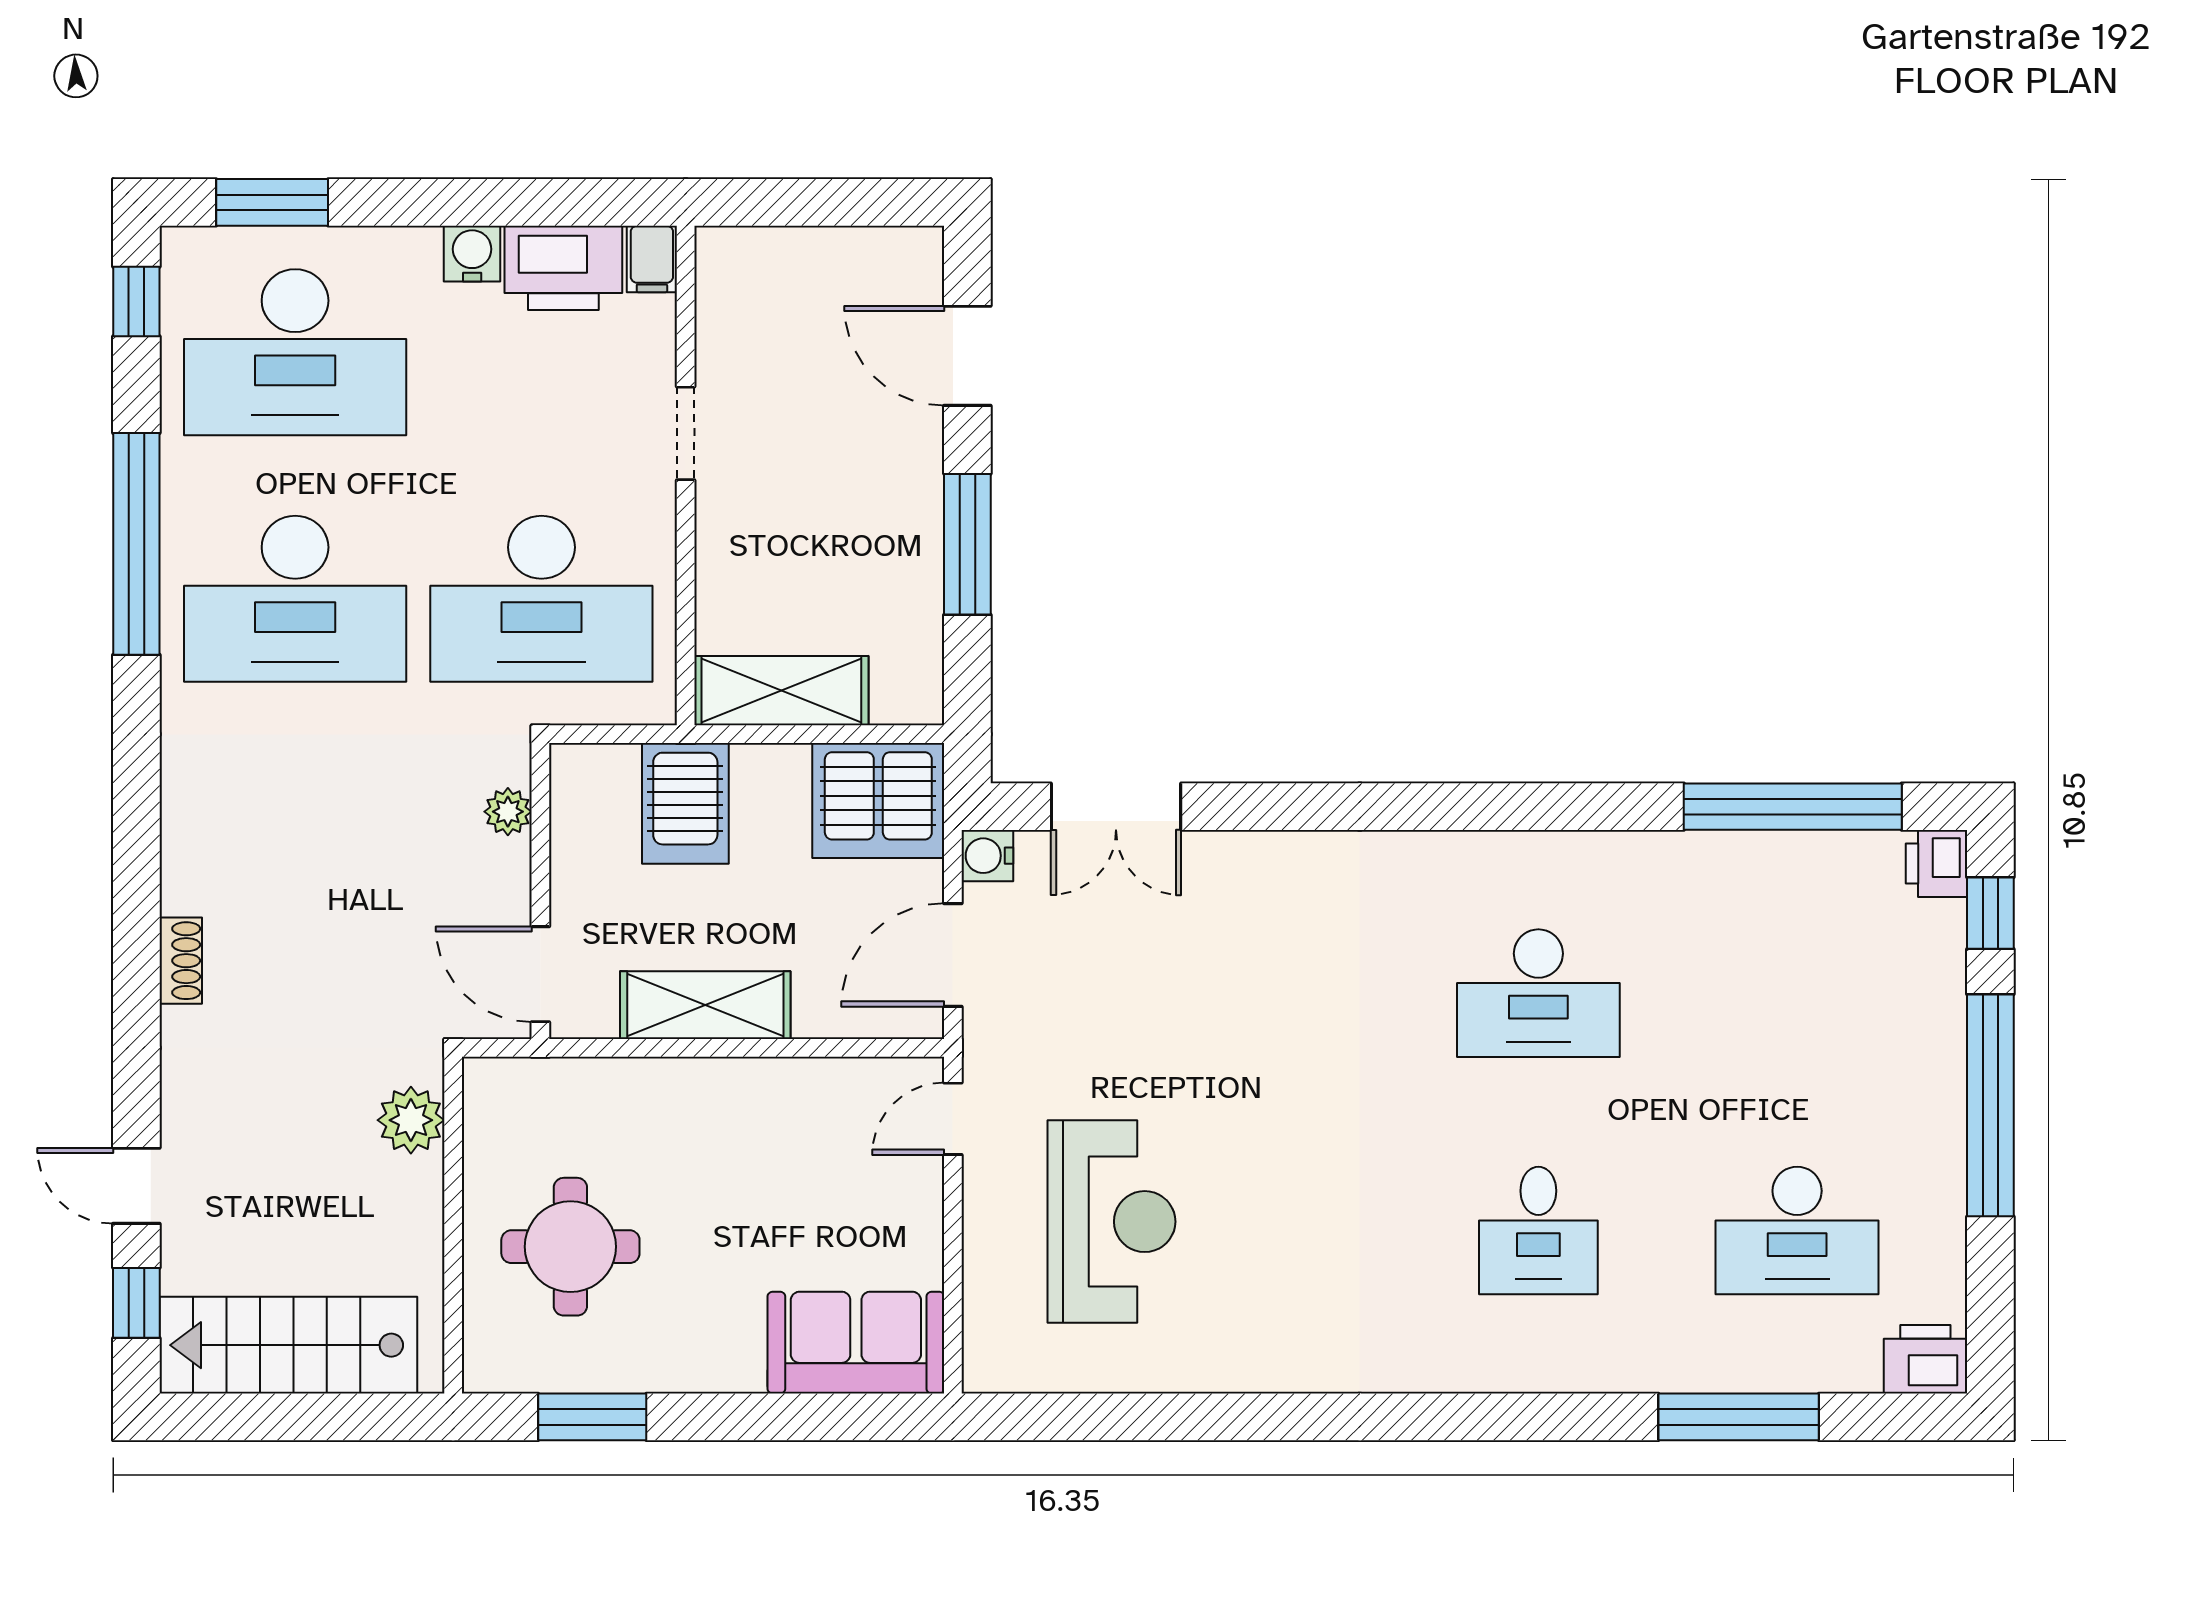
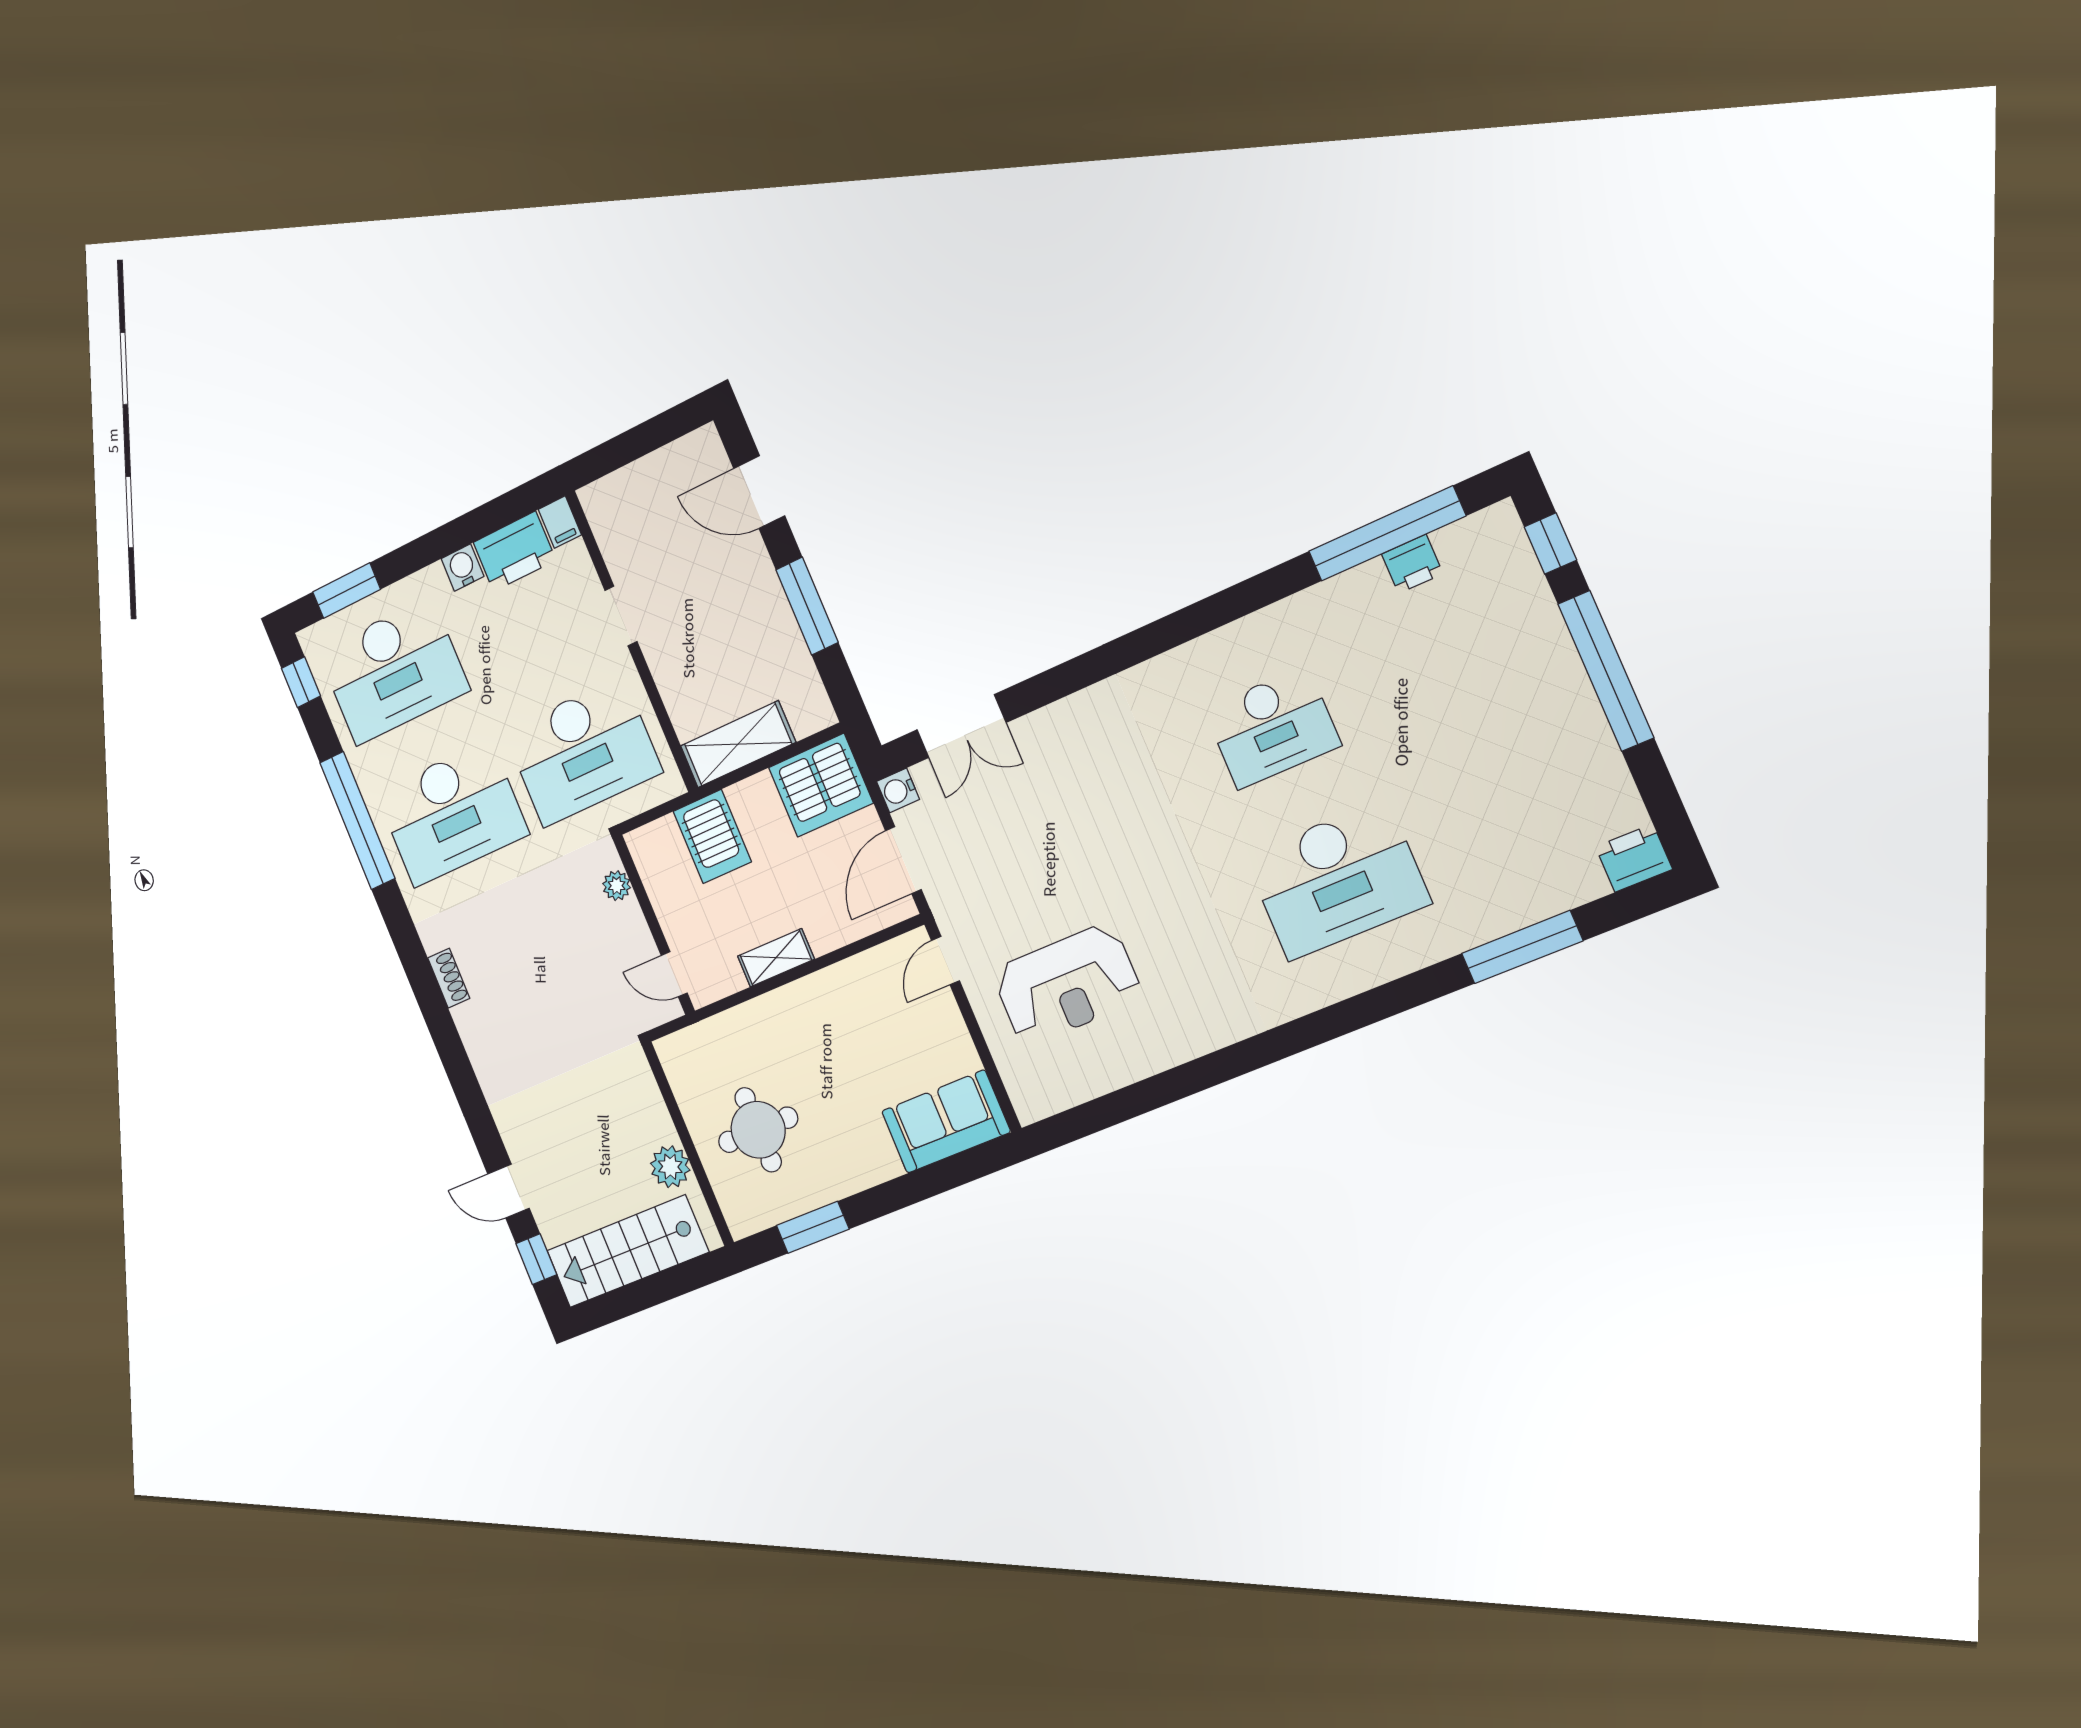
printer: (1936, 864) -> (1412, 564), moved, turned -90
shoe rack: (181, 961) -> (449, 978), moved
door: (540, 974) -> (674, 974), width x0.73
shelving: (705, 1005) -> (776, 958), width x0.67, depth x0.75
plant: (411, 1120) -> (670, 1167), moved
reception desk: (1112, 1222) -> (1067, 985), turned 90
desk: (1538, 1230) -> (1337, 880), width x1.87, depth x1.30
desk: (1797, 1230) -> (1509, 809), removed

